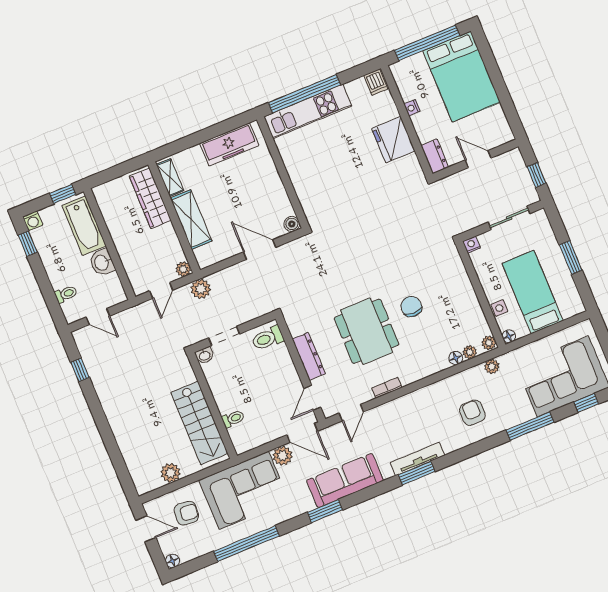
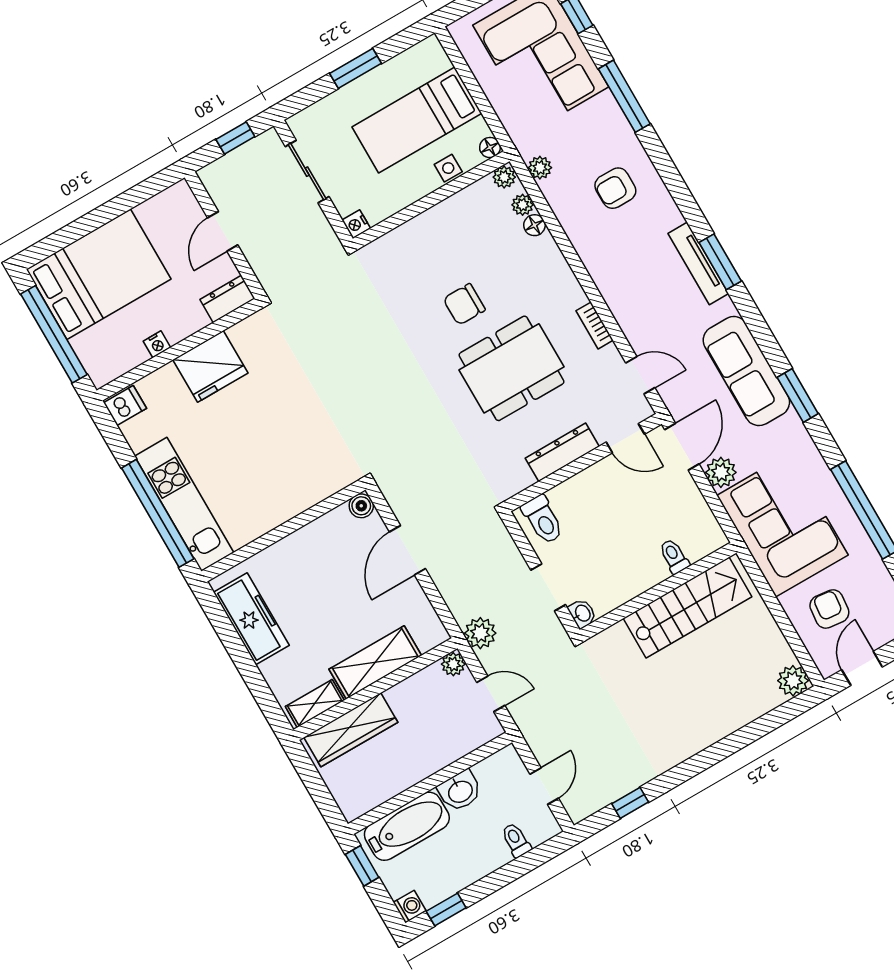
plant: (171, 473) -> (793, 681), moved

